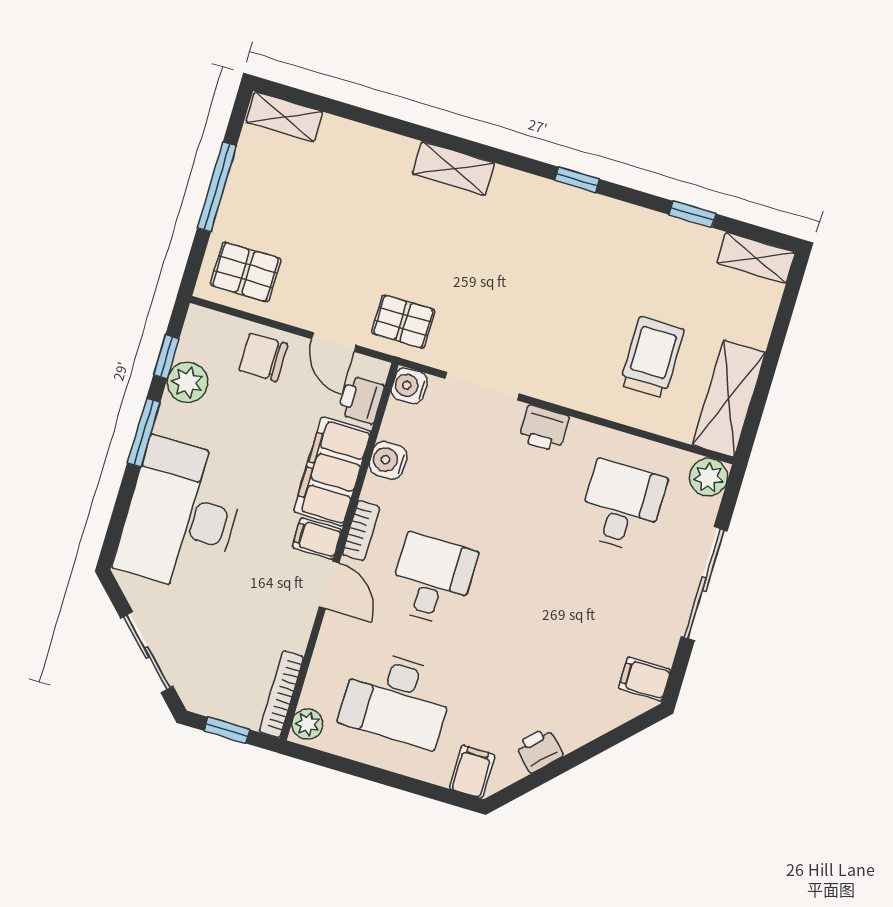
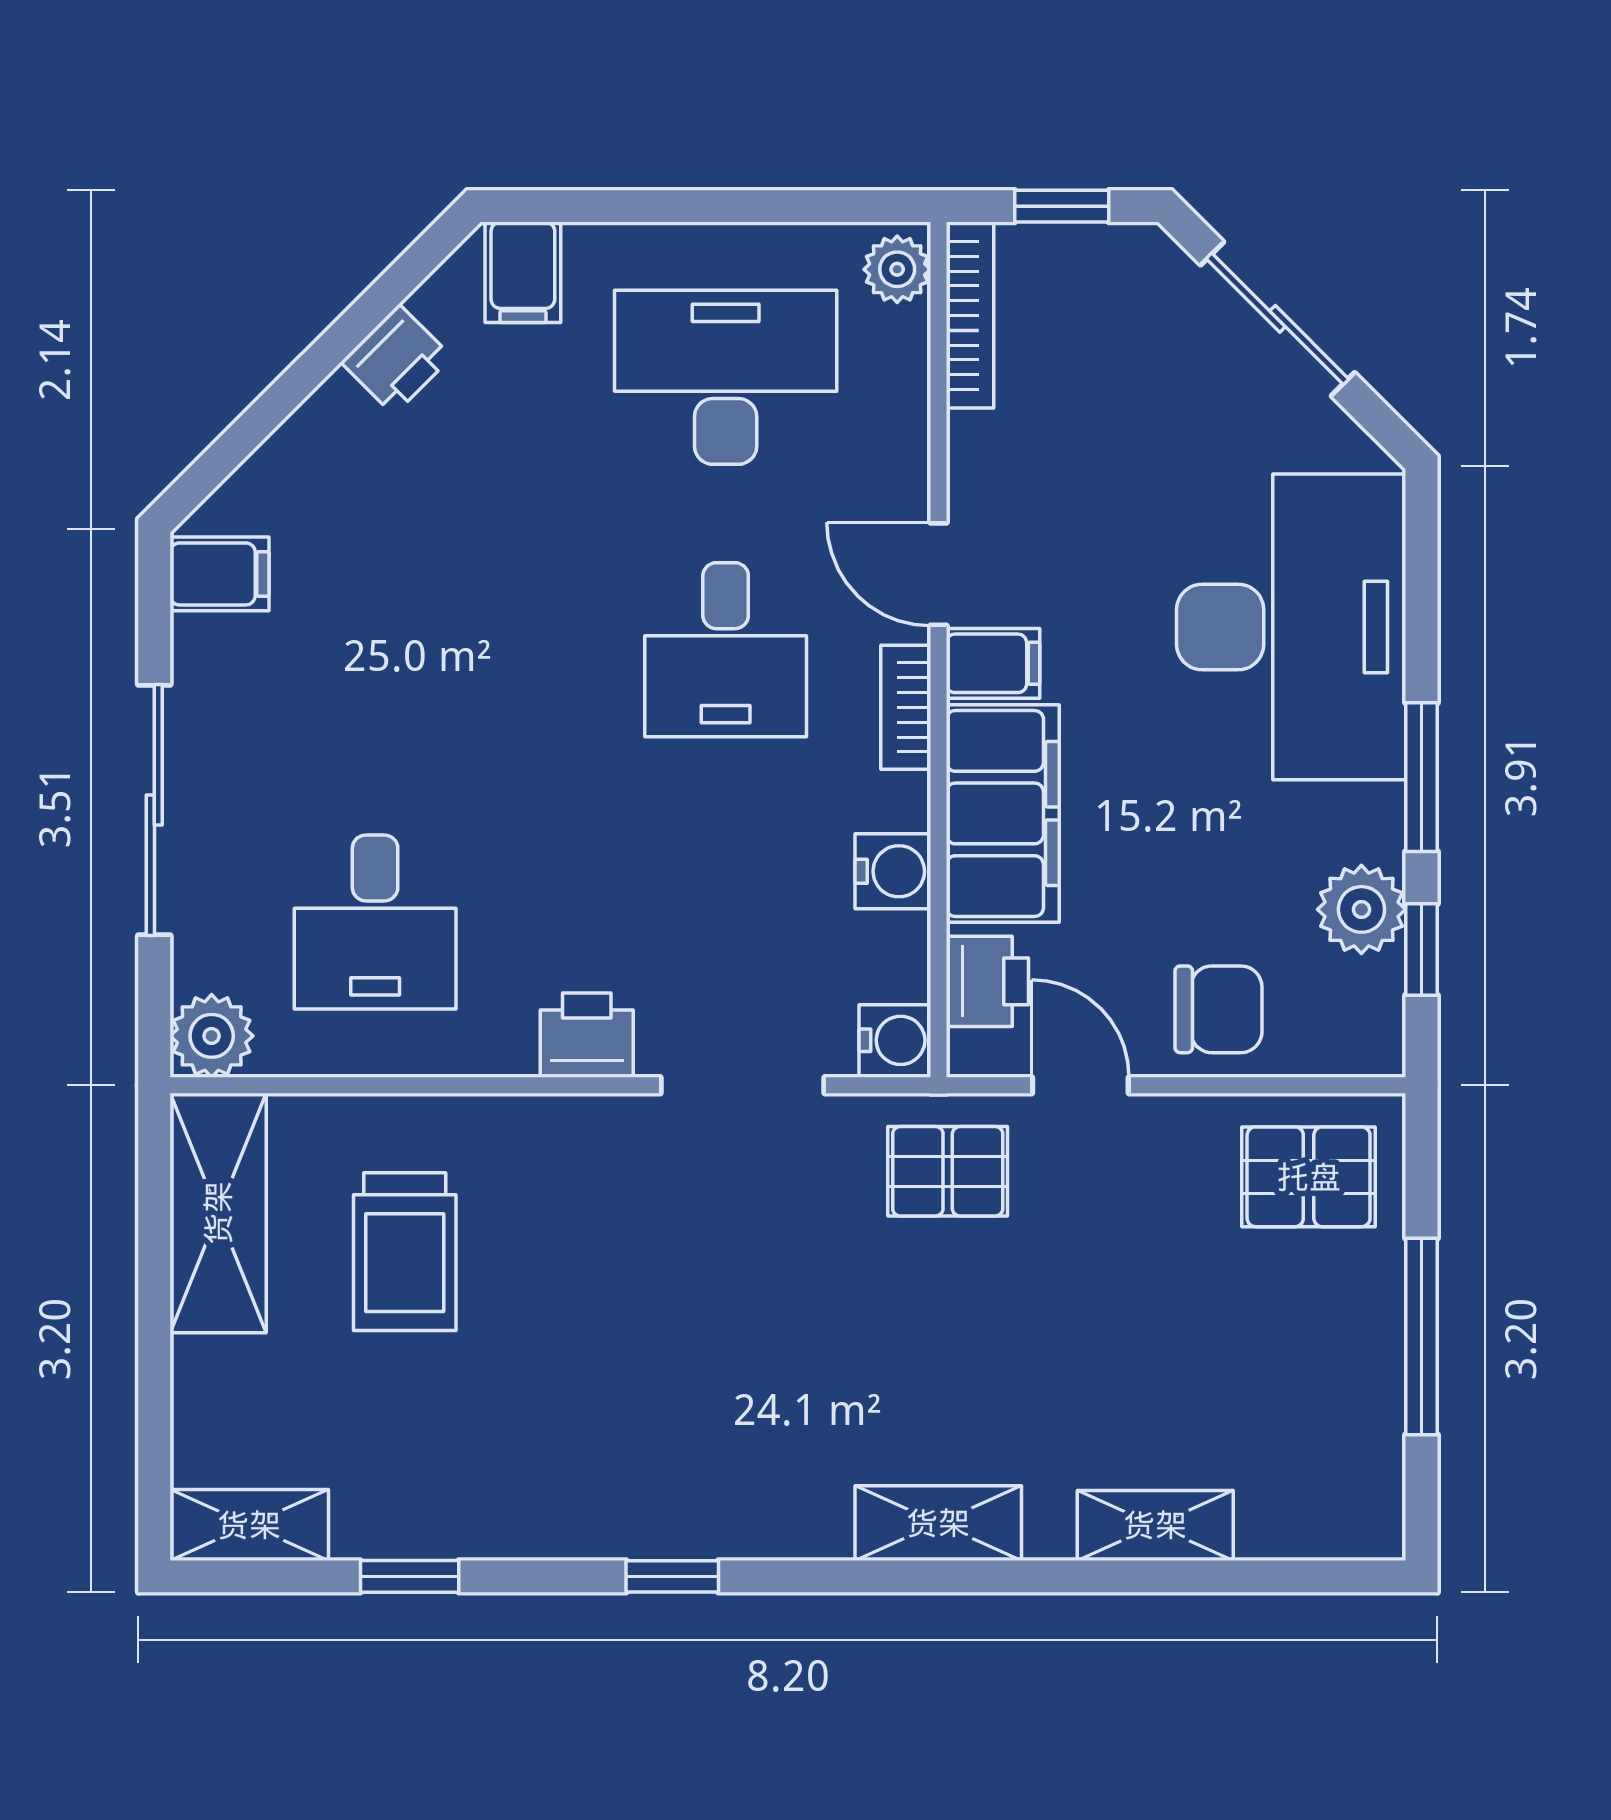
shelving: (284, 117) -> (1155, 1525), moved

